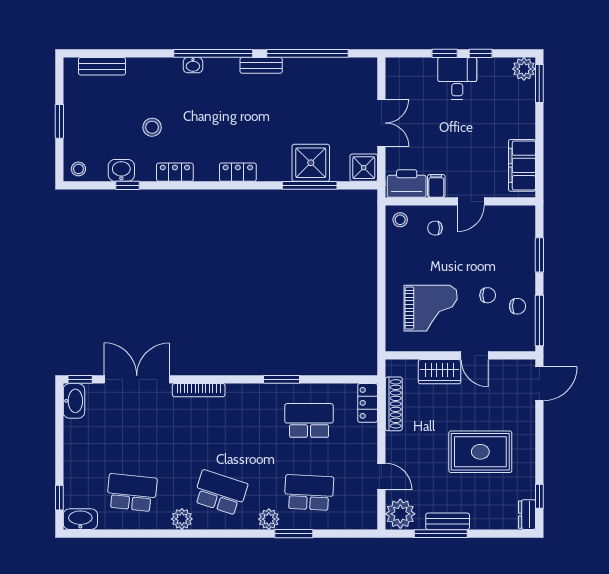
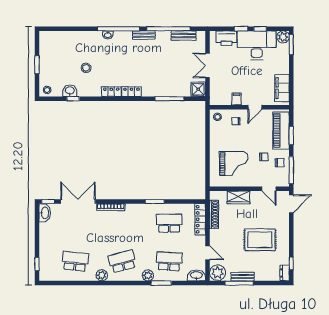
bench: (102, 66) -> (184, 36), moved
desk: (457, 78) -> (257, 45), width x1.87, depth x1.30
double door: (381, 123) -> (208, 65), swing flipped
shower: (311, 163) -> (170, 87), removed
locker: (175, 172) -> (111, 92), moved
printer: (407, 184) -> (226, 38), moved, turned 180
piano: (520, 245) -> (281, 130), added
door: (475, 355) -> (269, 189), moved
locker: (368, 403) -> (200, 219), width x1.53
school desk: (220, 493) -> (122, 261), turned -33
washbasin: (80, 519) -> (196, 275), moved

